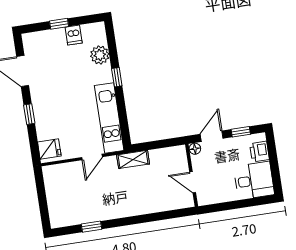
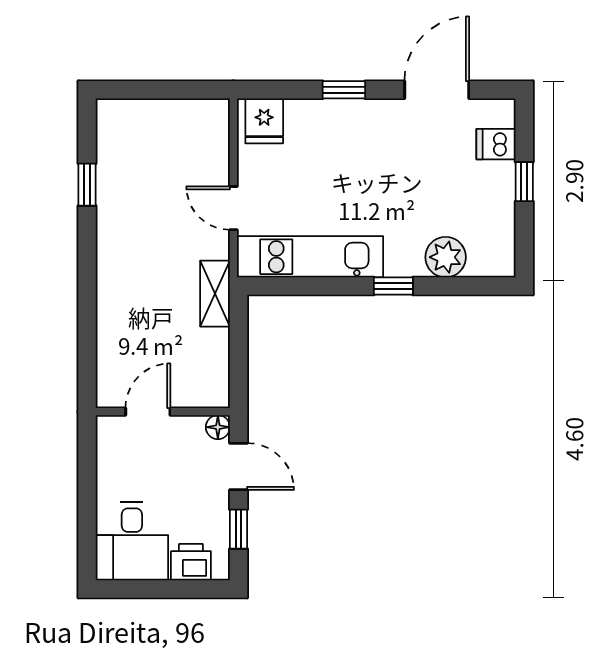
dishwasher: (74, 35) -> (496, 144), moved

